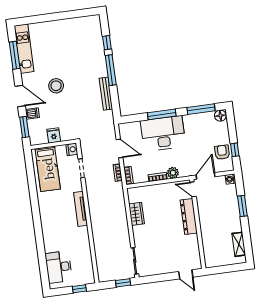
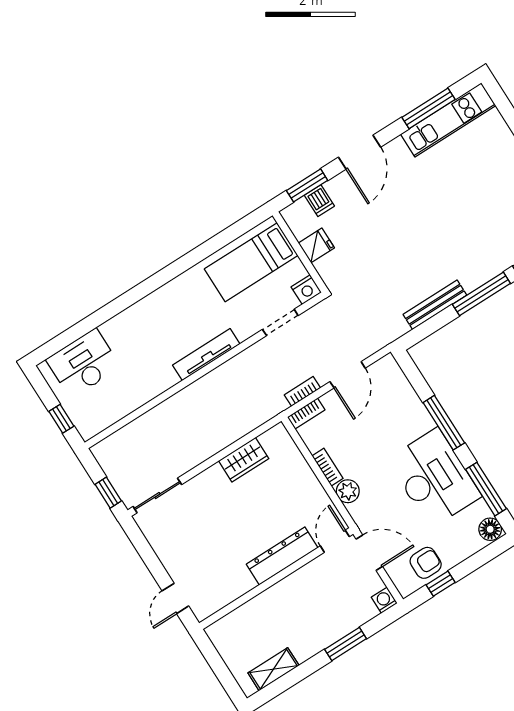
stool: (56, 86) -> (408, 208), removed
dishwasher: (32, 114) -> (319, 201), moved
desk: (163, 133) -> (434, 478), moved

